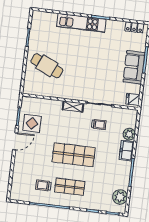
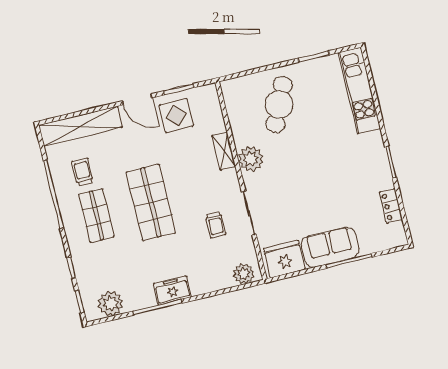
kitchen unit: (81, 23) -> (359, 91), moved
locker: (134, 27) -> (391, 206), moved
plant: (70, 92) -> (251, 159), added
fridge: (133, 99) -> (284, 259), width x1.88, depth x1.34
shelving: (73, 107) -> (224, 151), moved
plant: (129, 134) -> (244, 274), moved
freezer: (127, 151) -> (172, 290), moved
shelving: (18, 177) -> (81, 126), added

